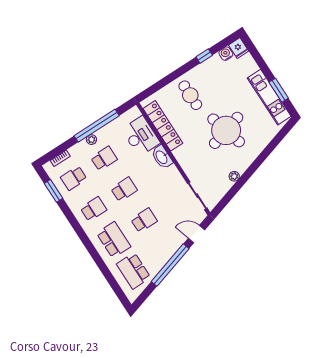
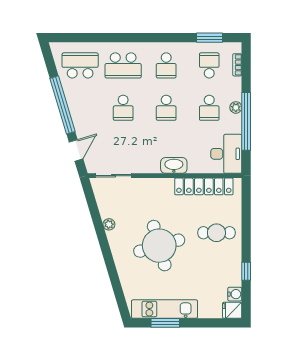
desk: (141, 136) -> (226, 154), moved, turned -90

